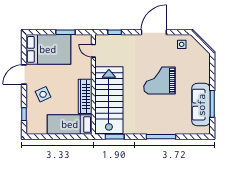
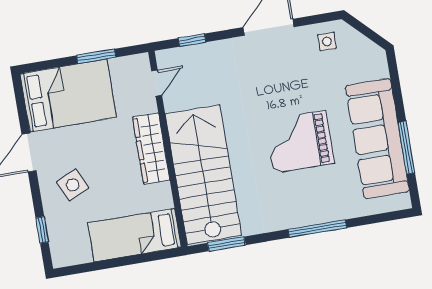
door: (93, 51) -> (157, 83), swing flipped
grand piano: (160, 81) -> (300, 142), moved
wardrobe: (85, 96) -> (151, 149), moved
sofa: (201, 105) -> (377, 139), width x1.36, depth x1.27

